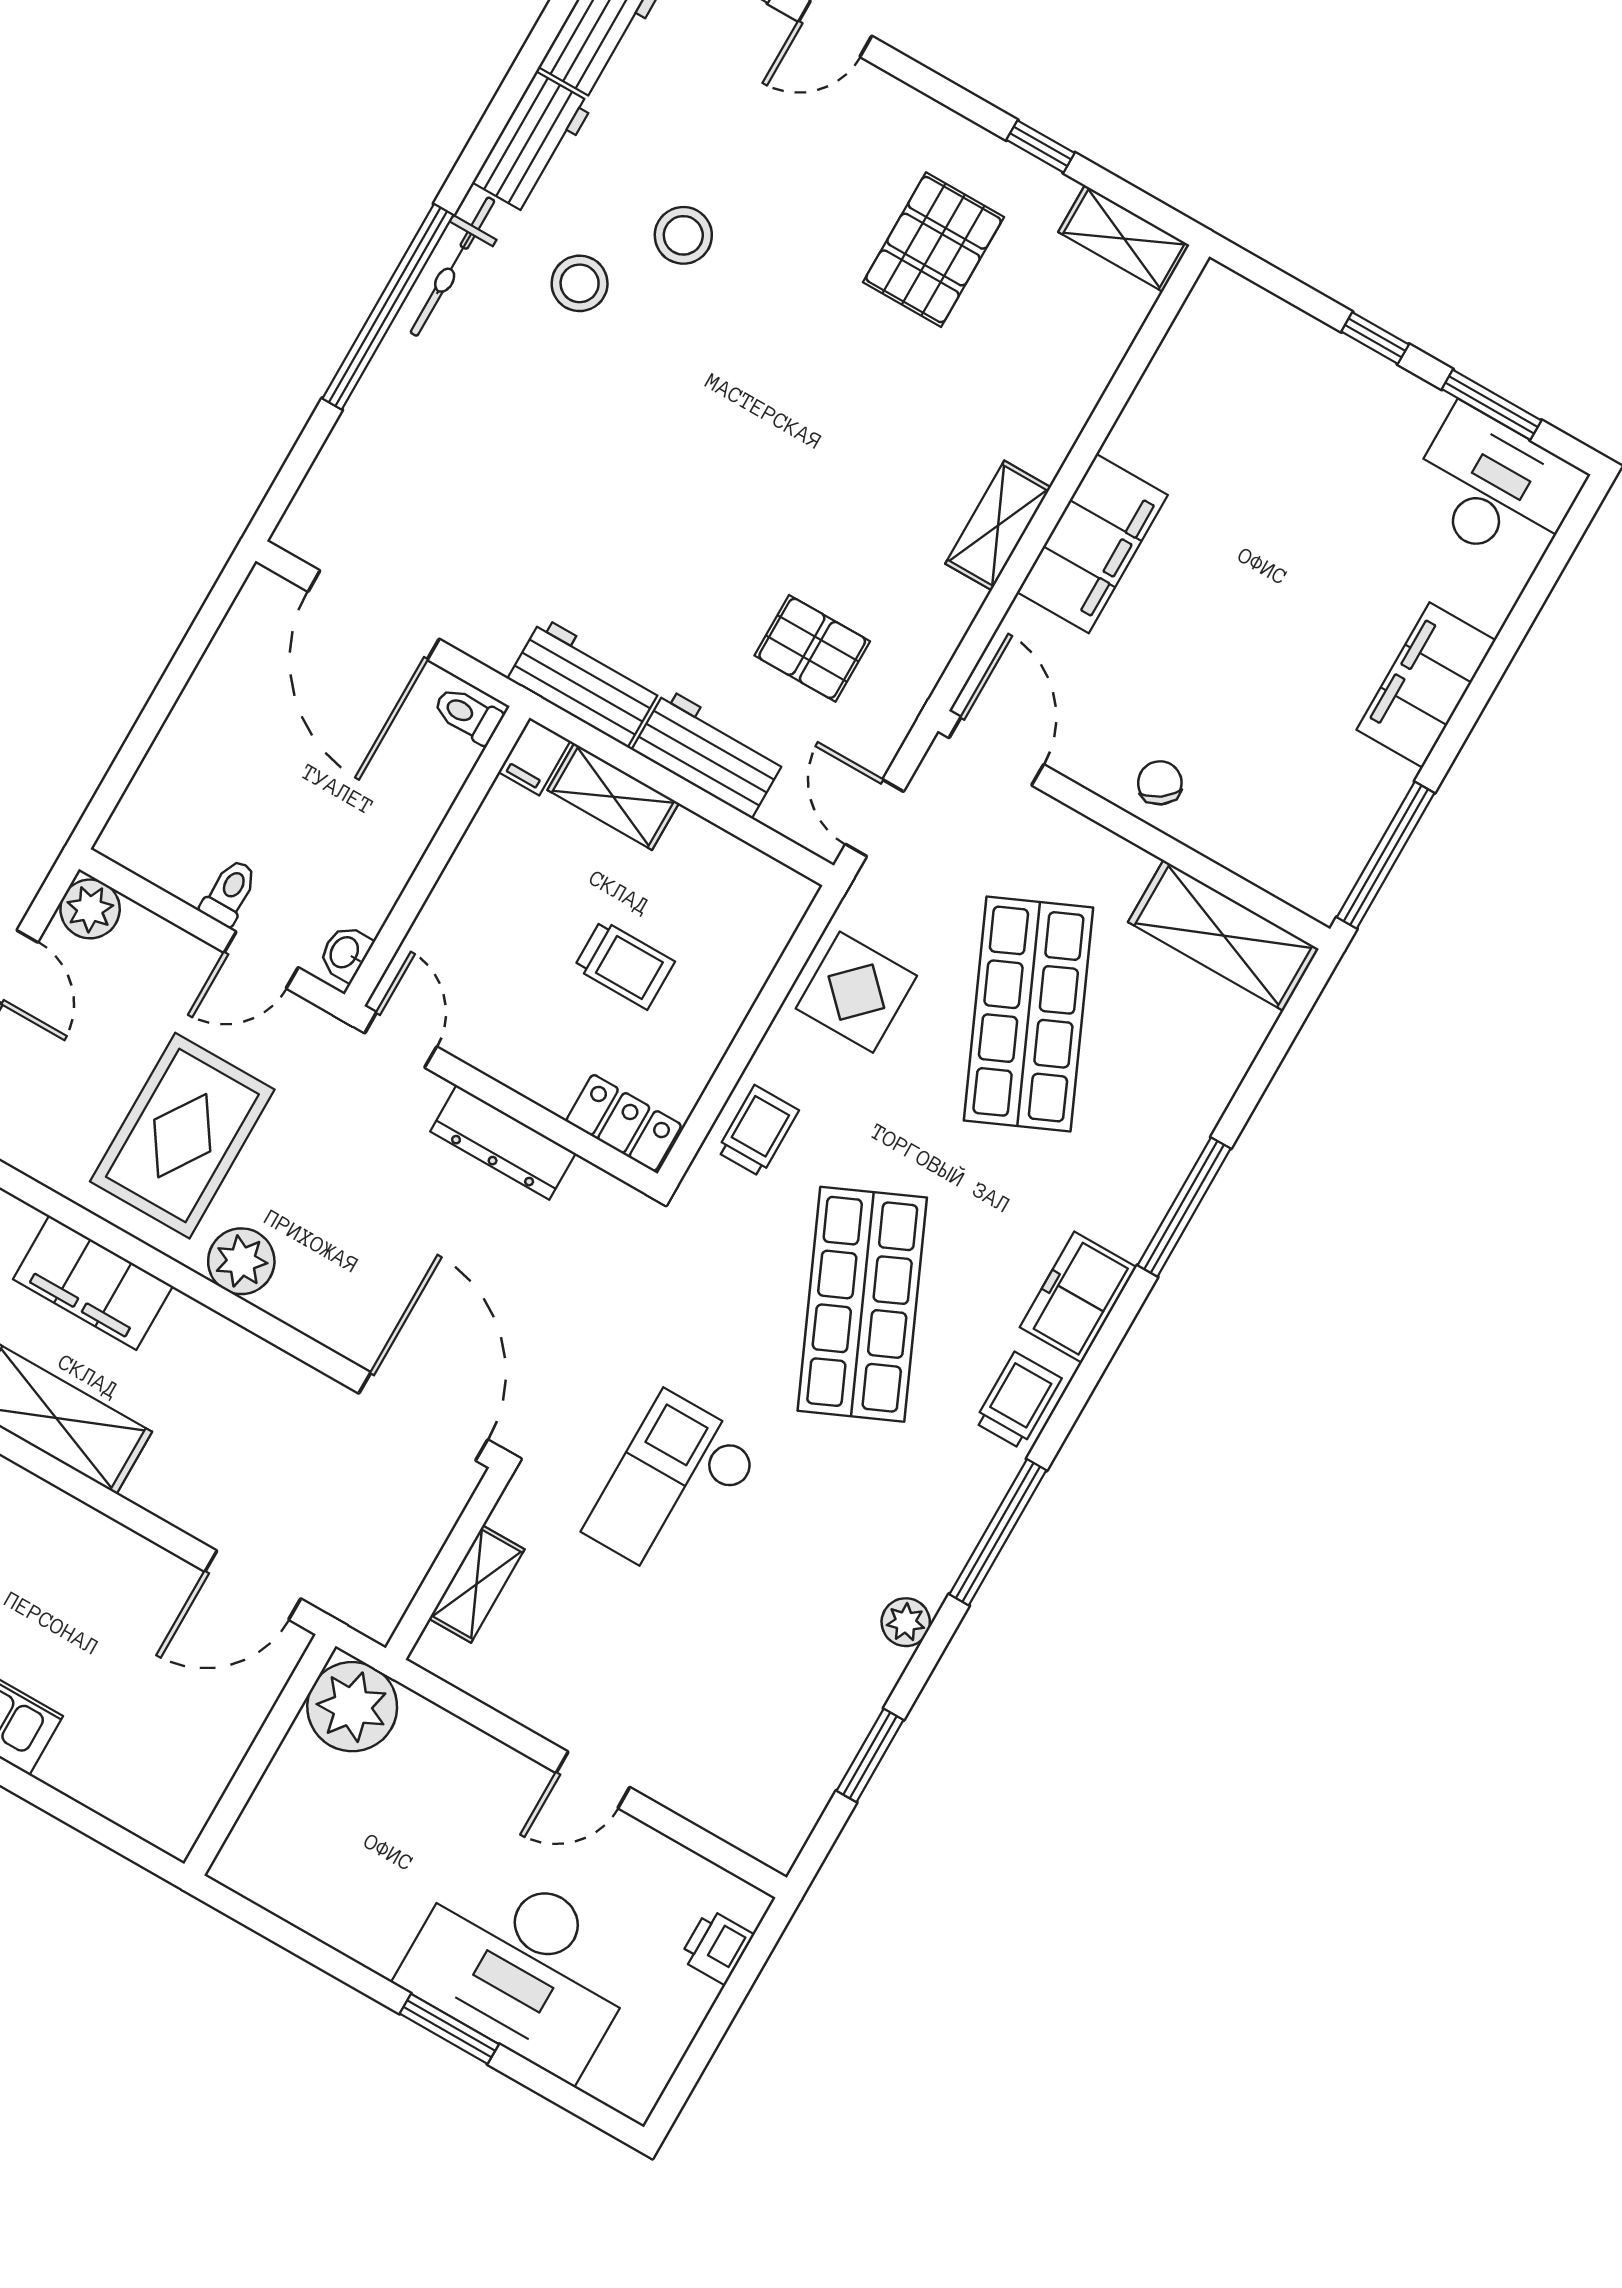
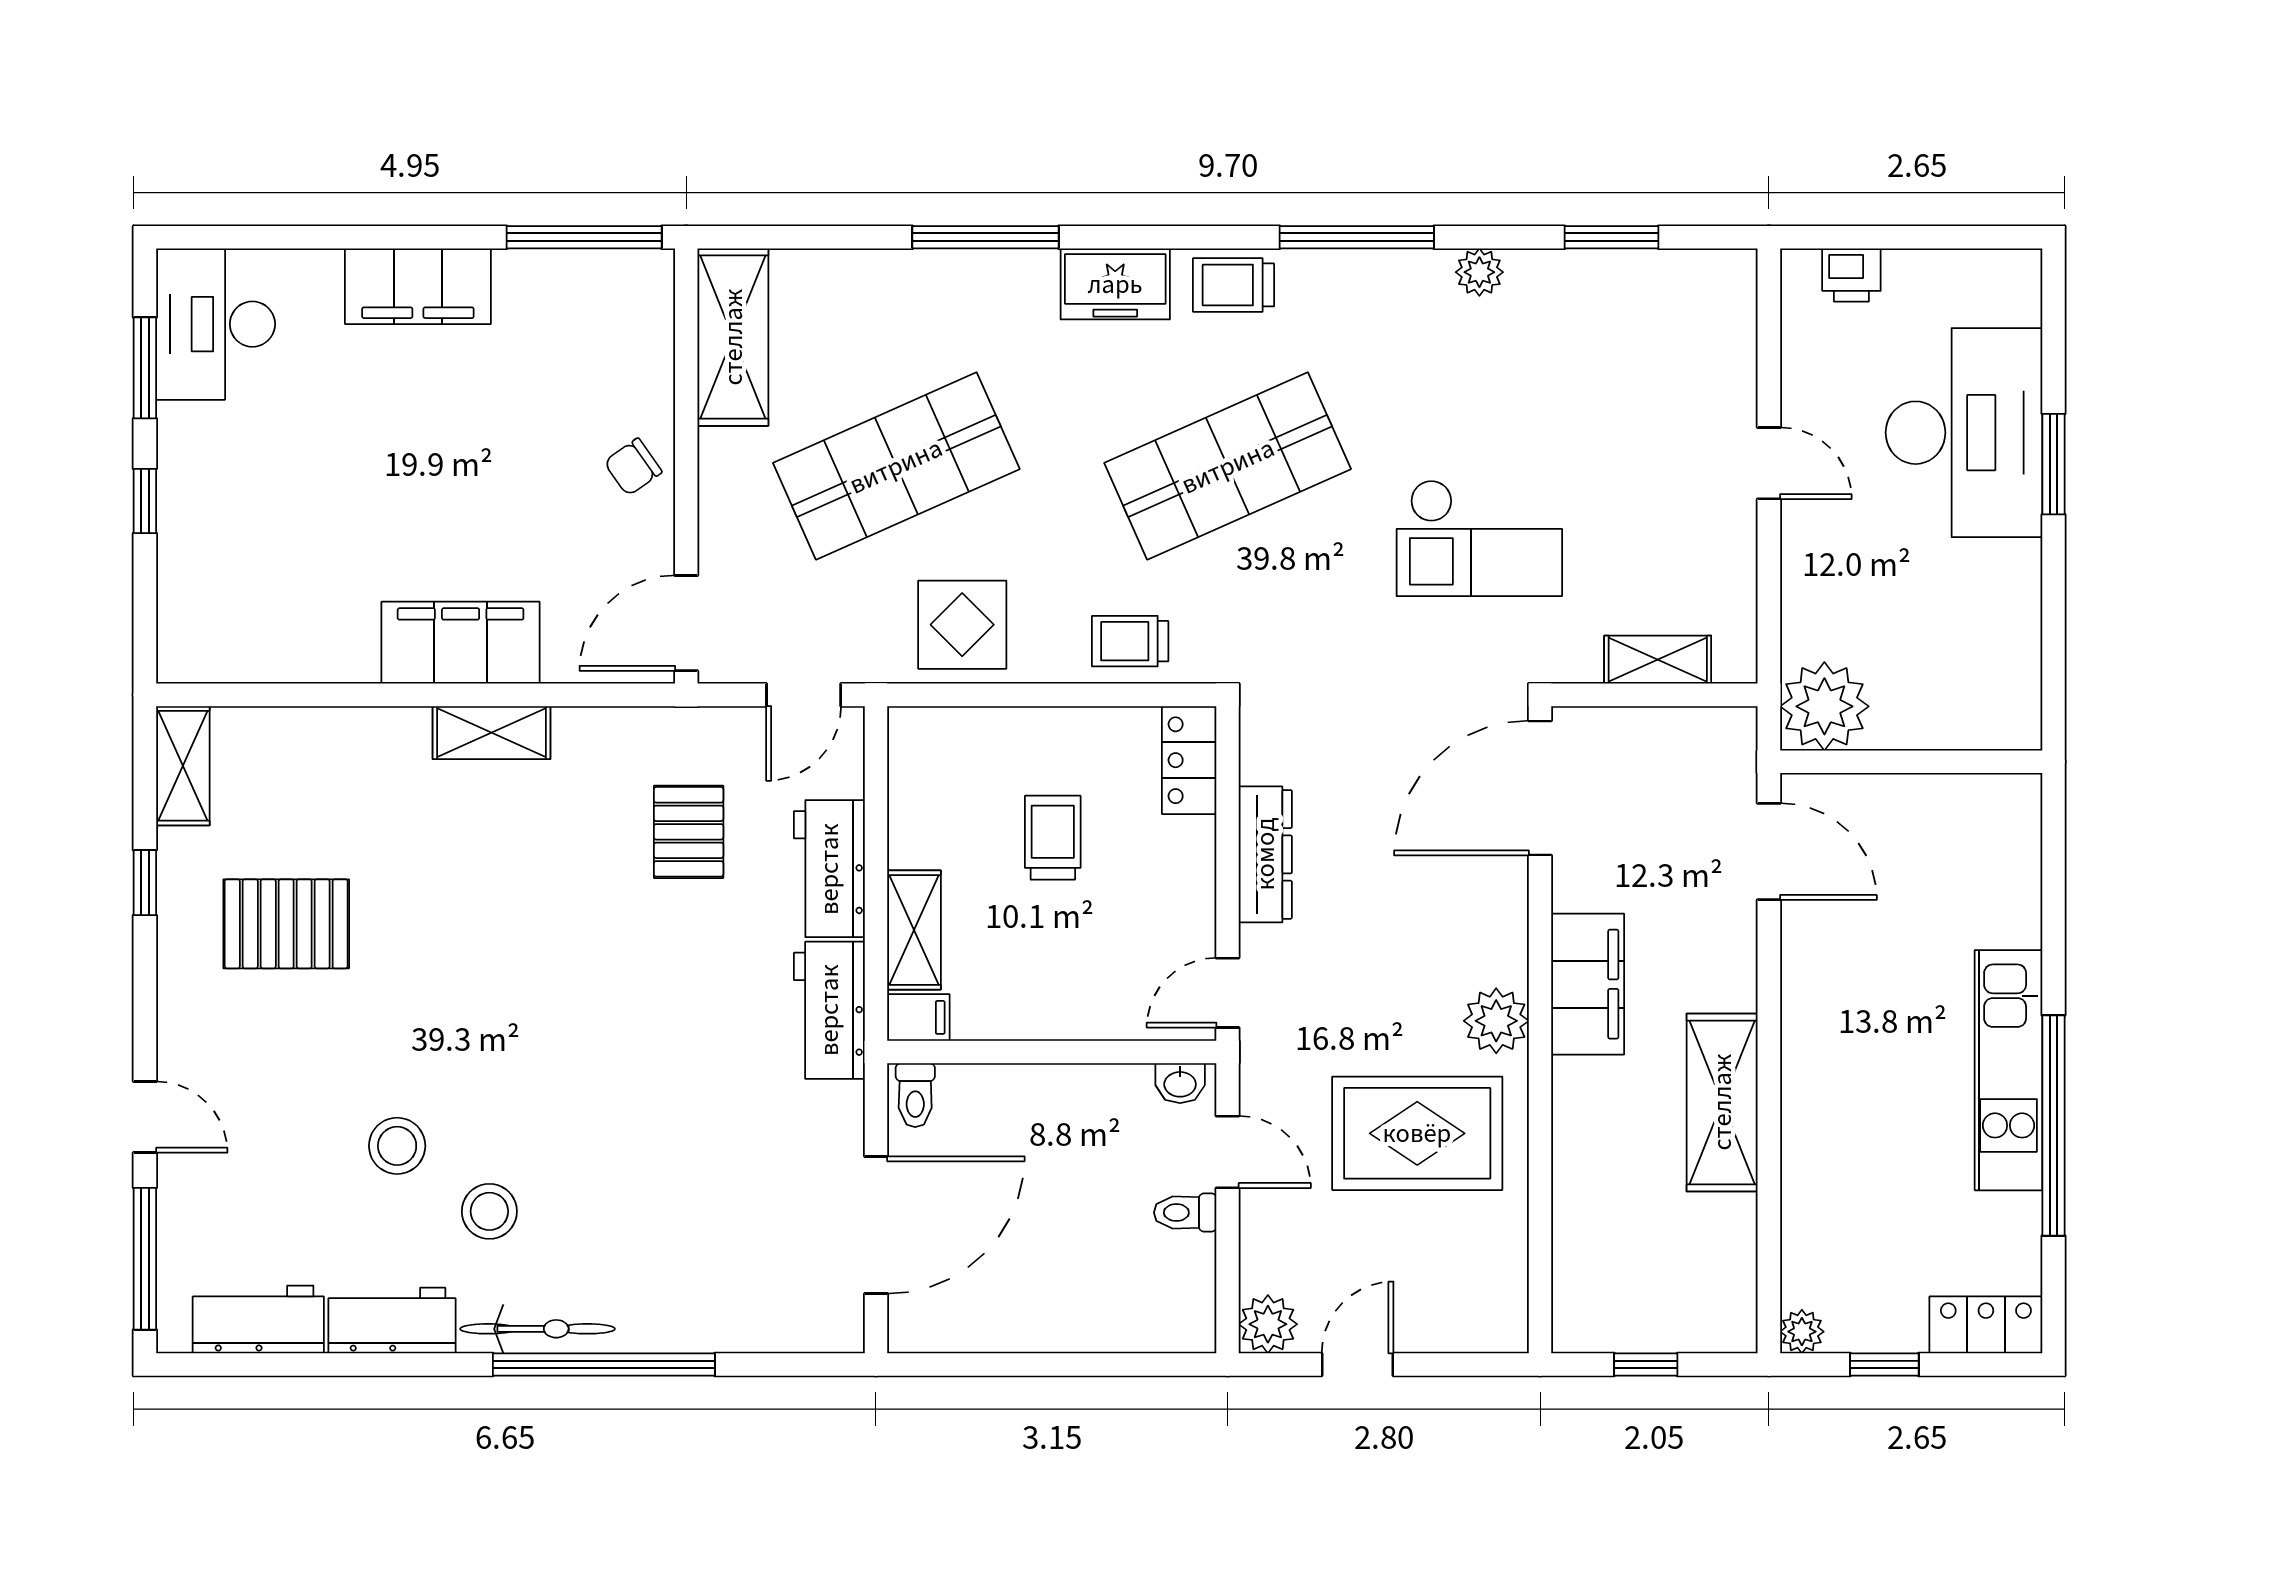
filing cabinet: (93, 1283) -> (1588, 984), moved

